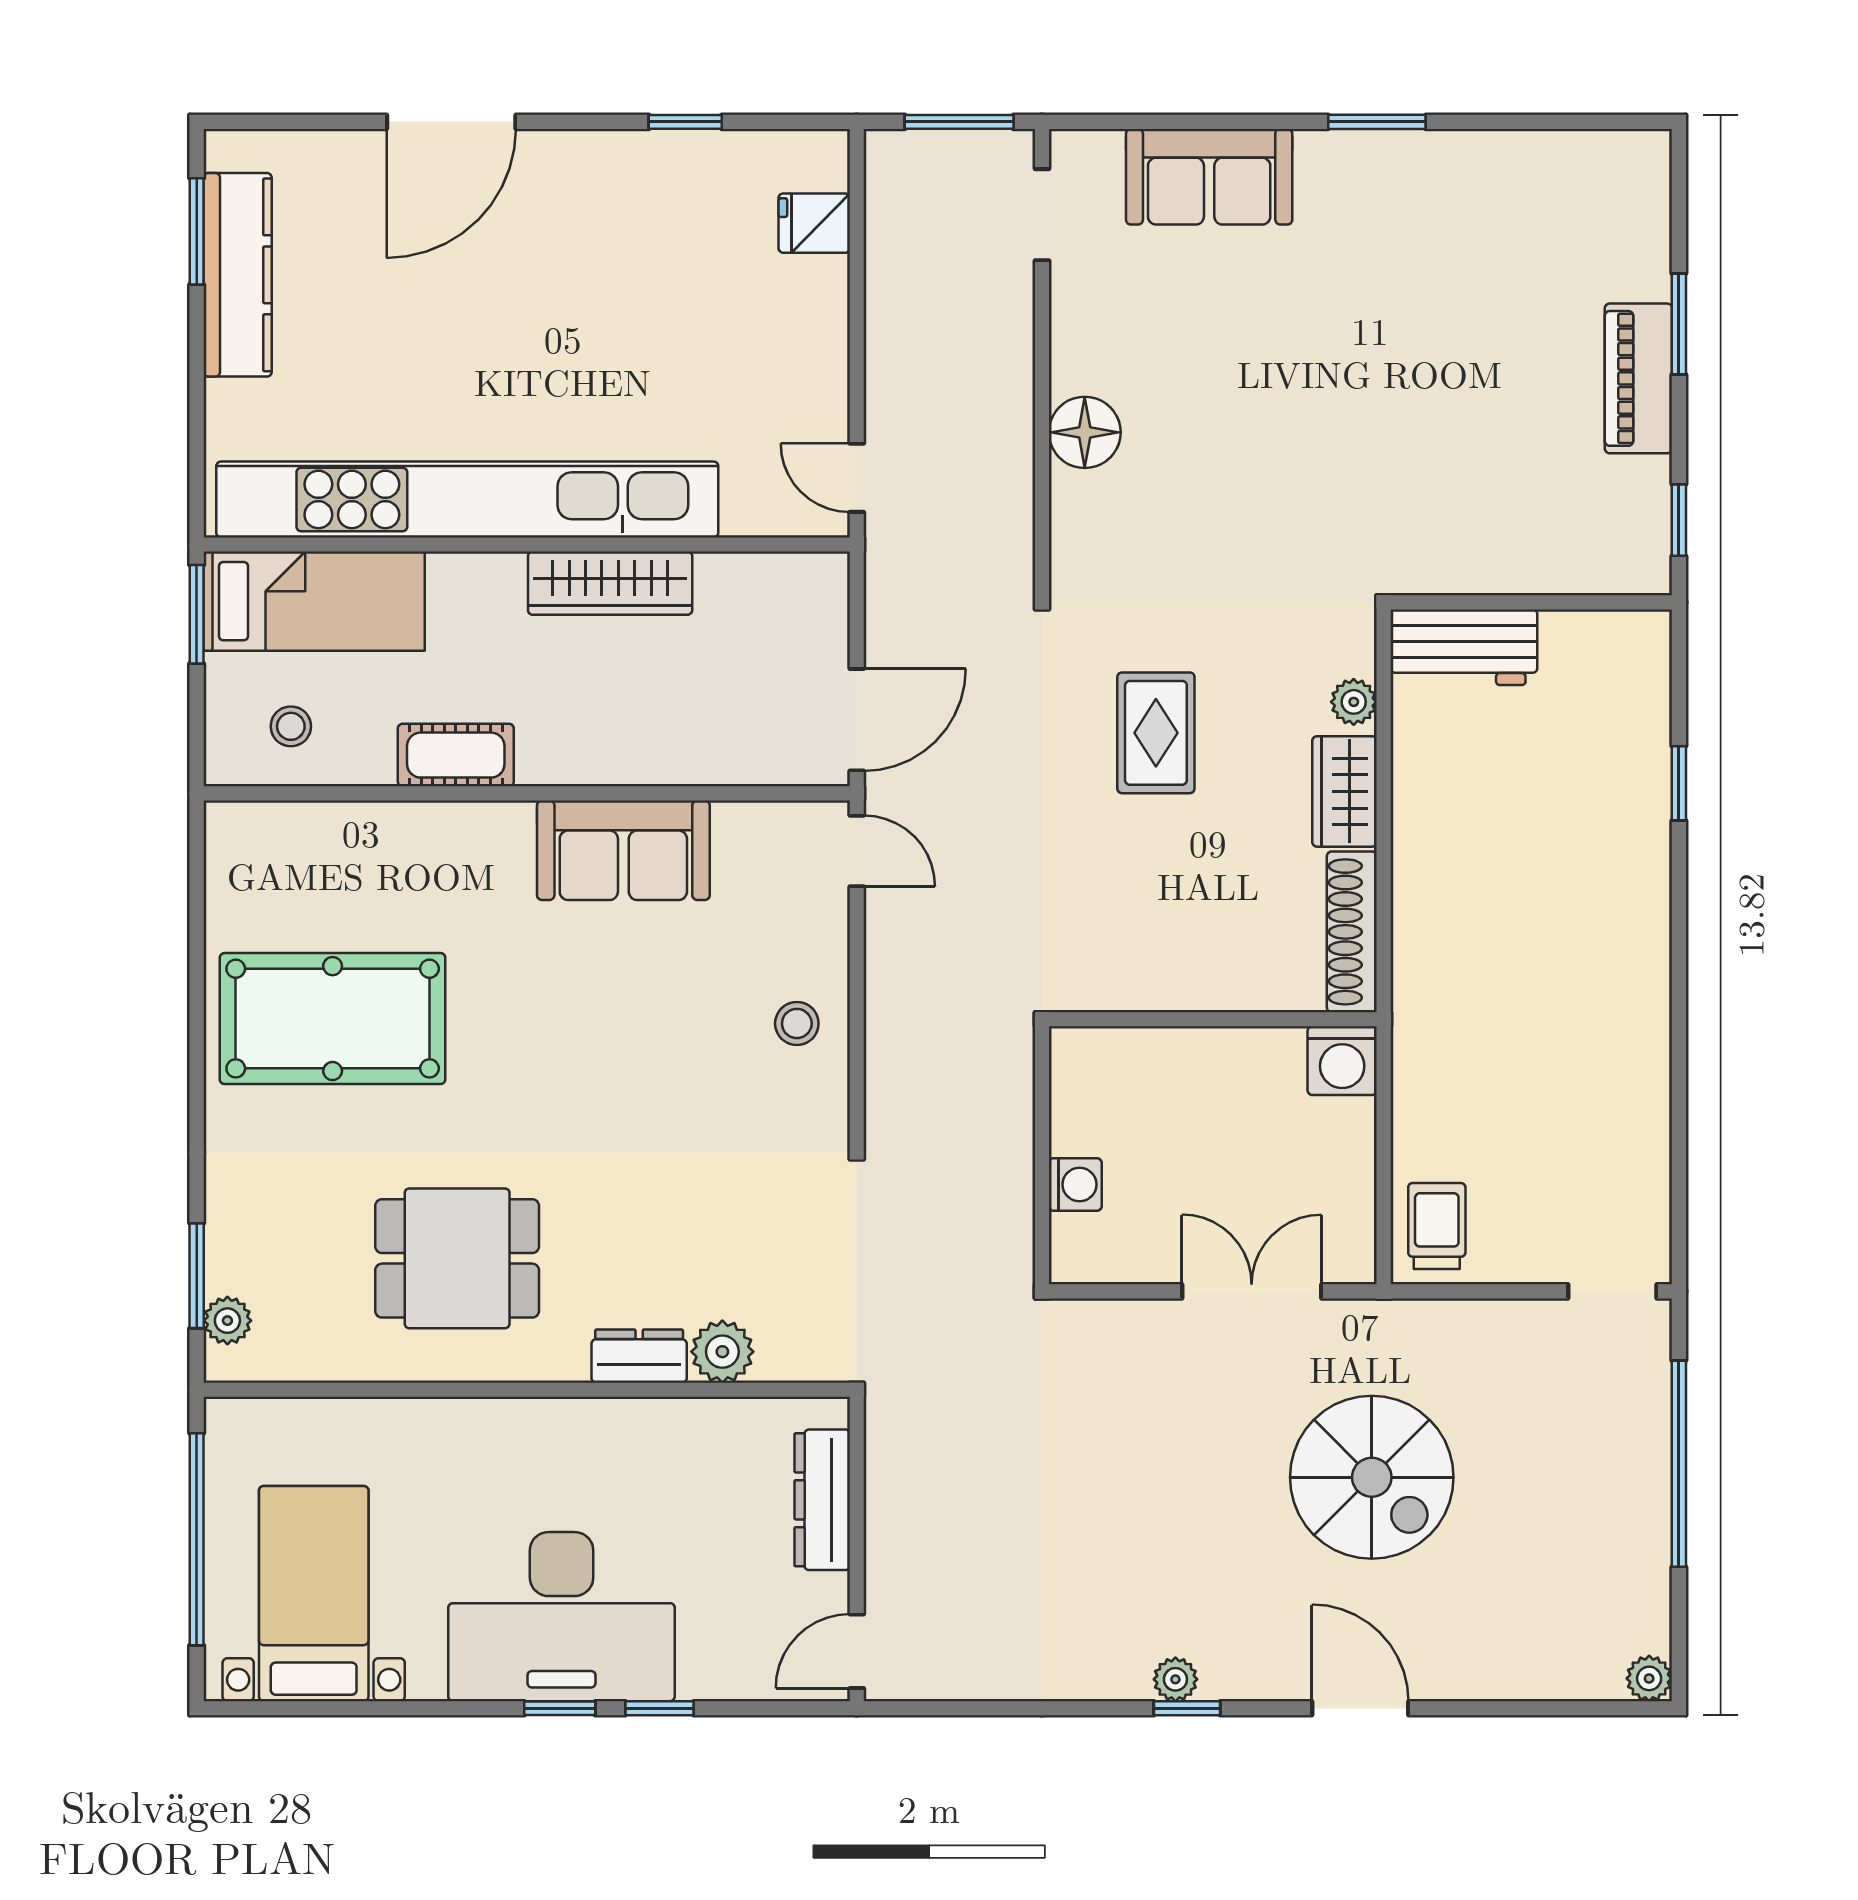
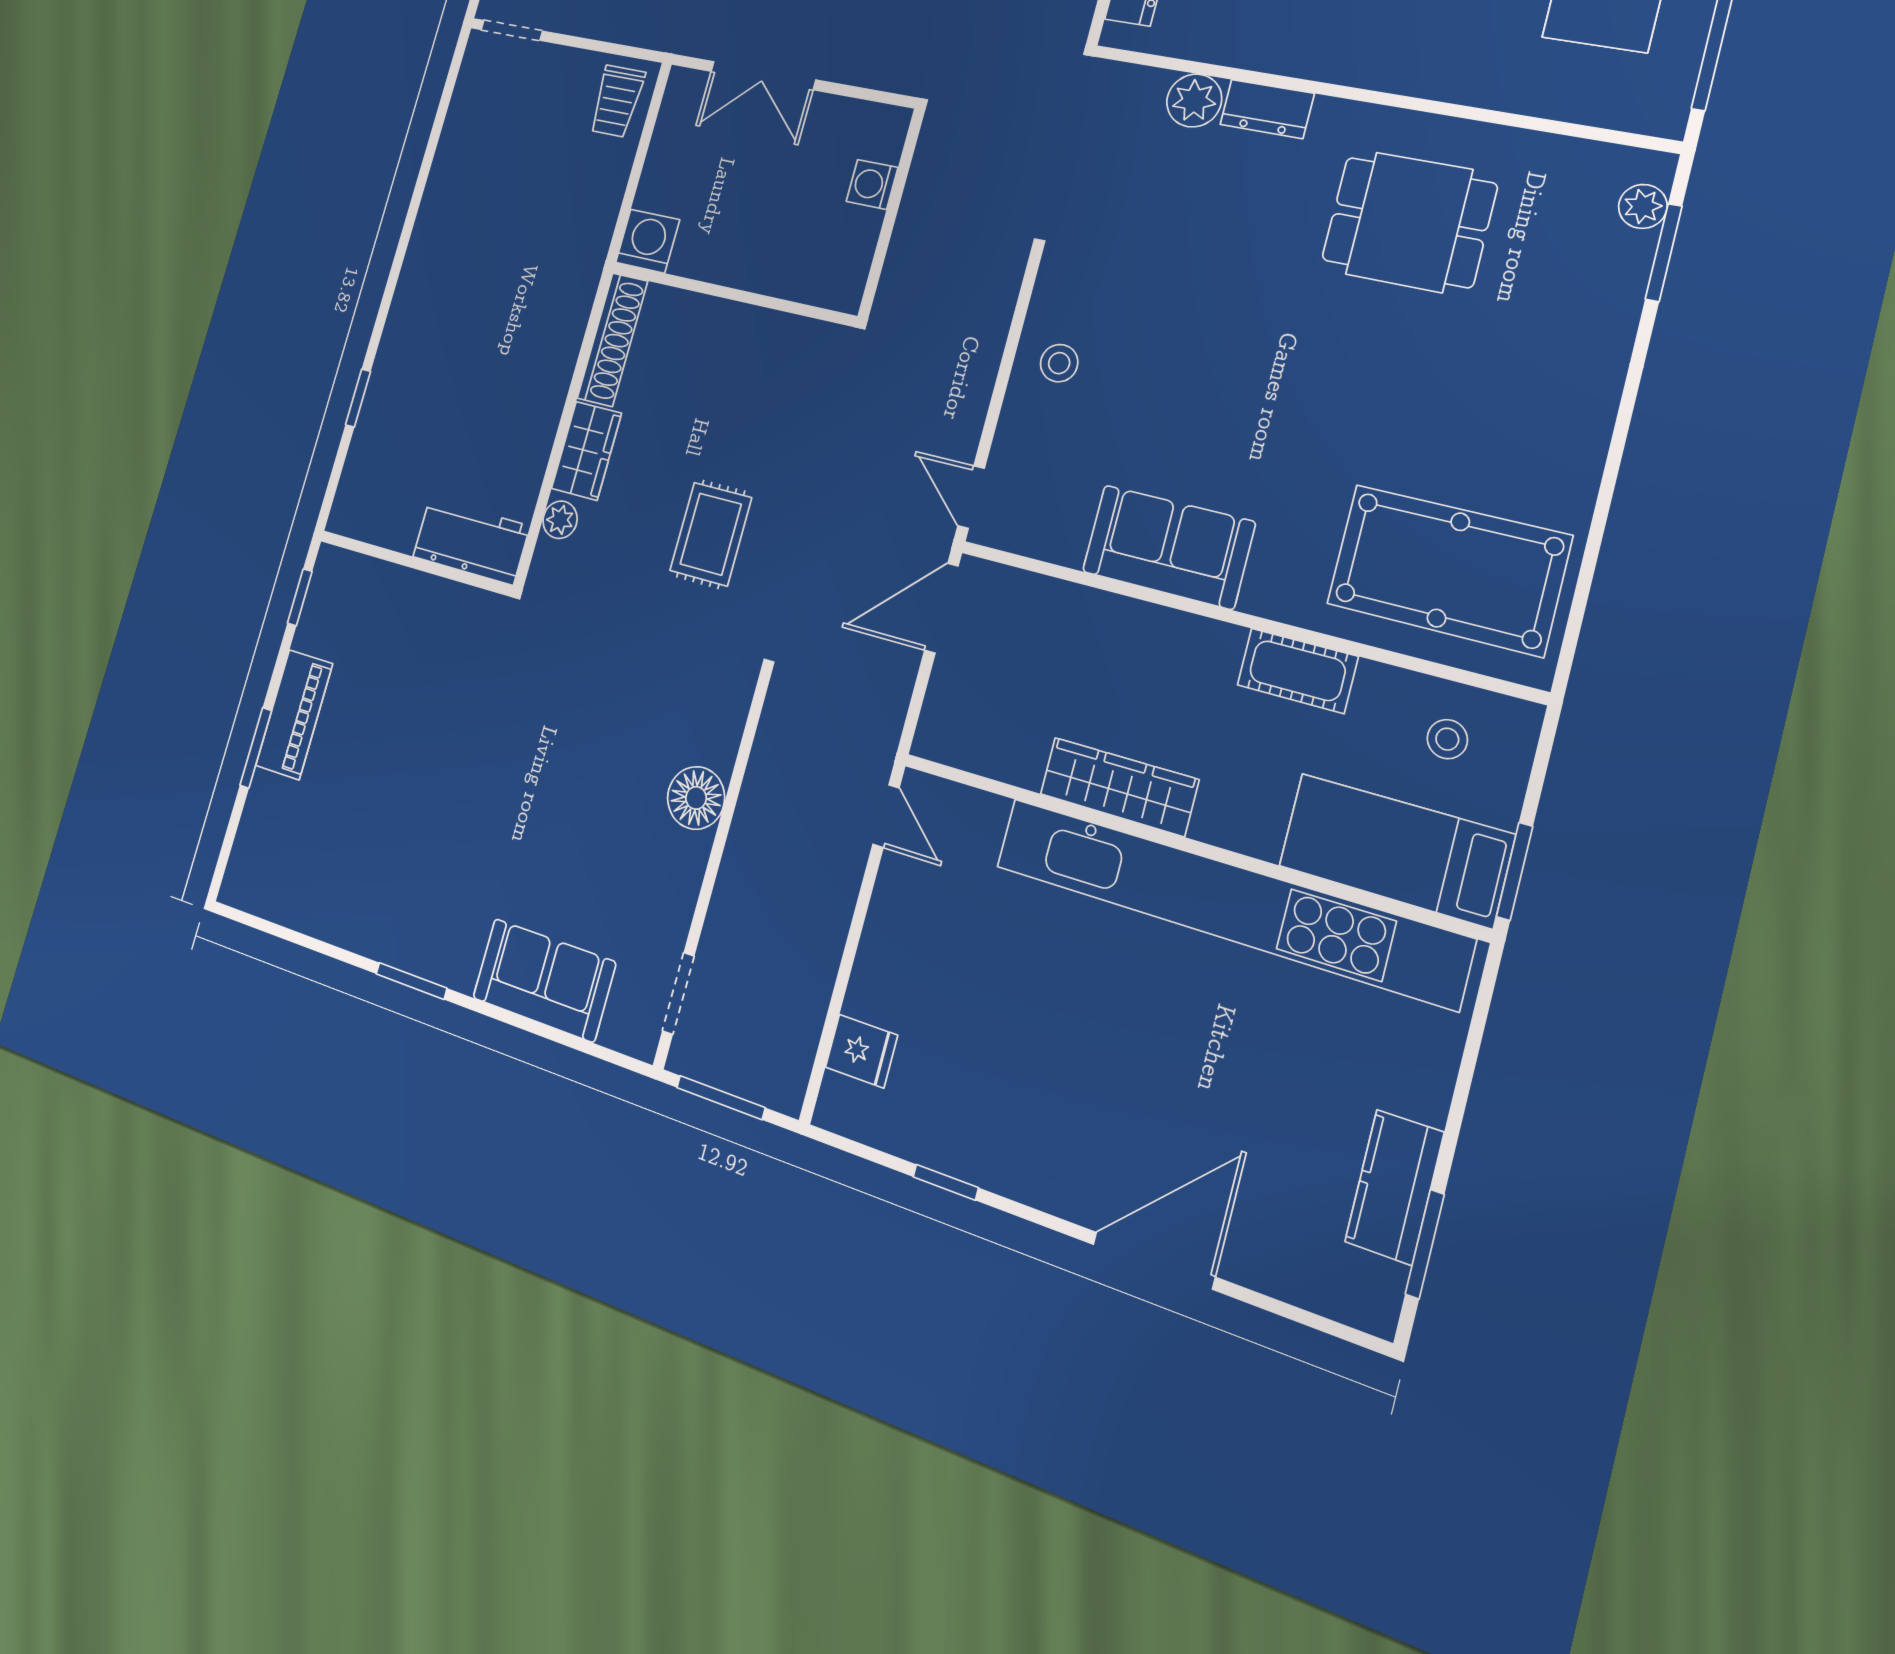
kitchen counter: (238, 275) -> (1394, 1187), width x0.67
pool table: (333, 1019) -> (1448, 570), moved

